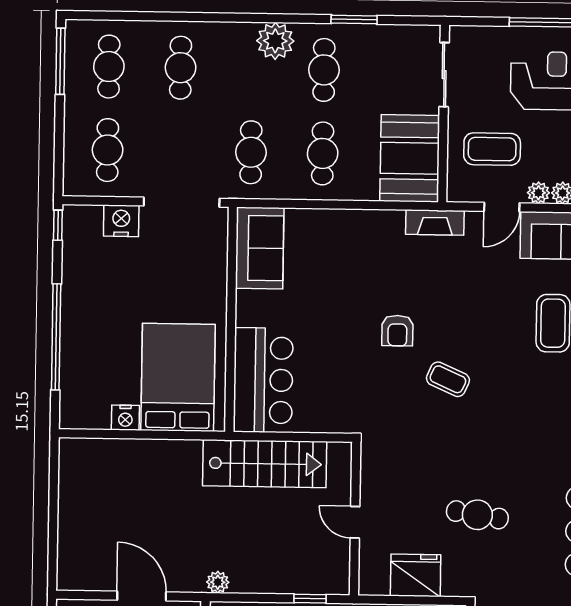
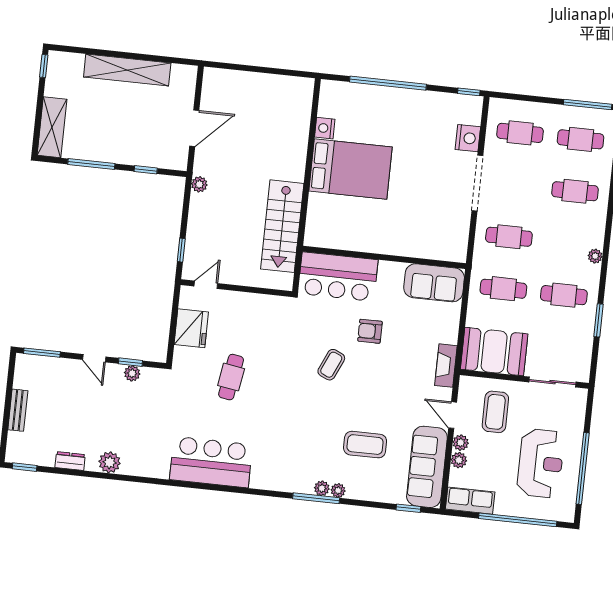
plant: (275, 41) -> (595, 256), width x0.53, depth x0.53
sofa: (260, 248) -> (434, 283), moved
wall: (231, 319) -> (384, 257), moved
bar counter: (263, 380) -> (338, 277), moved
door: (355, 522) -> (206, 285), moved

